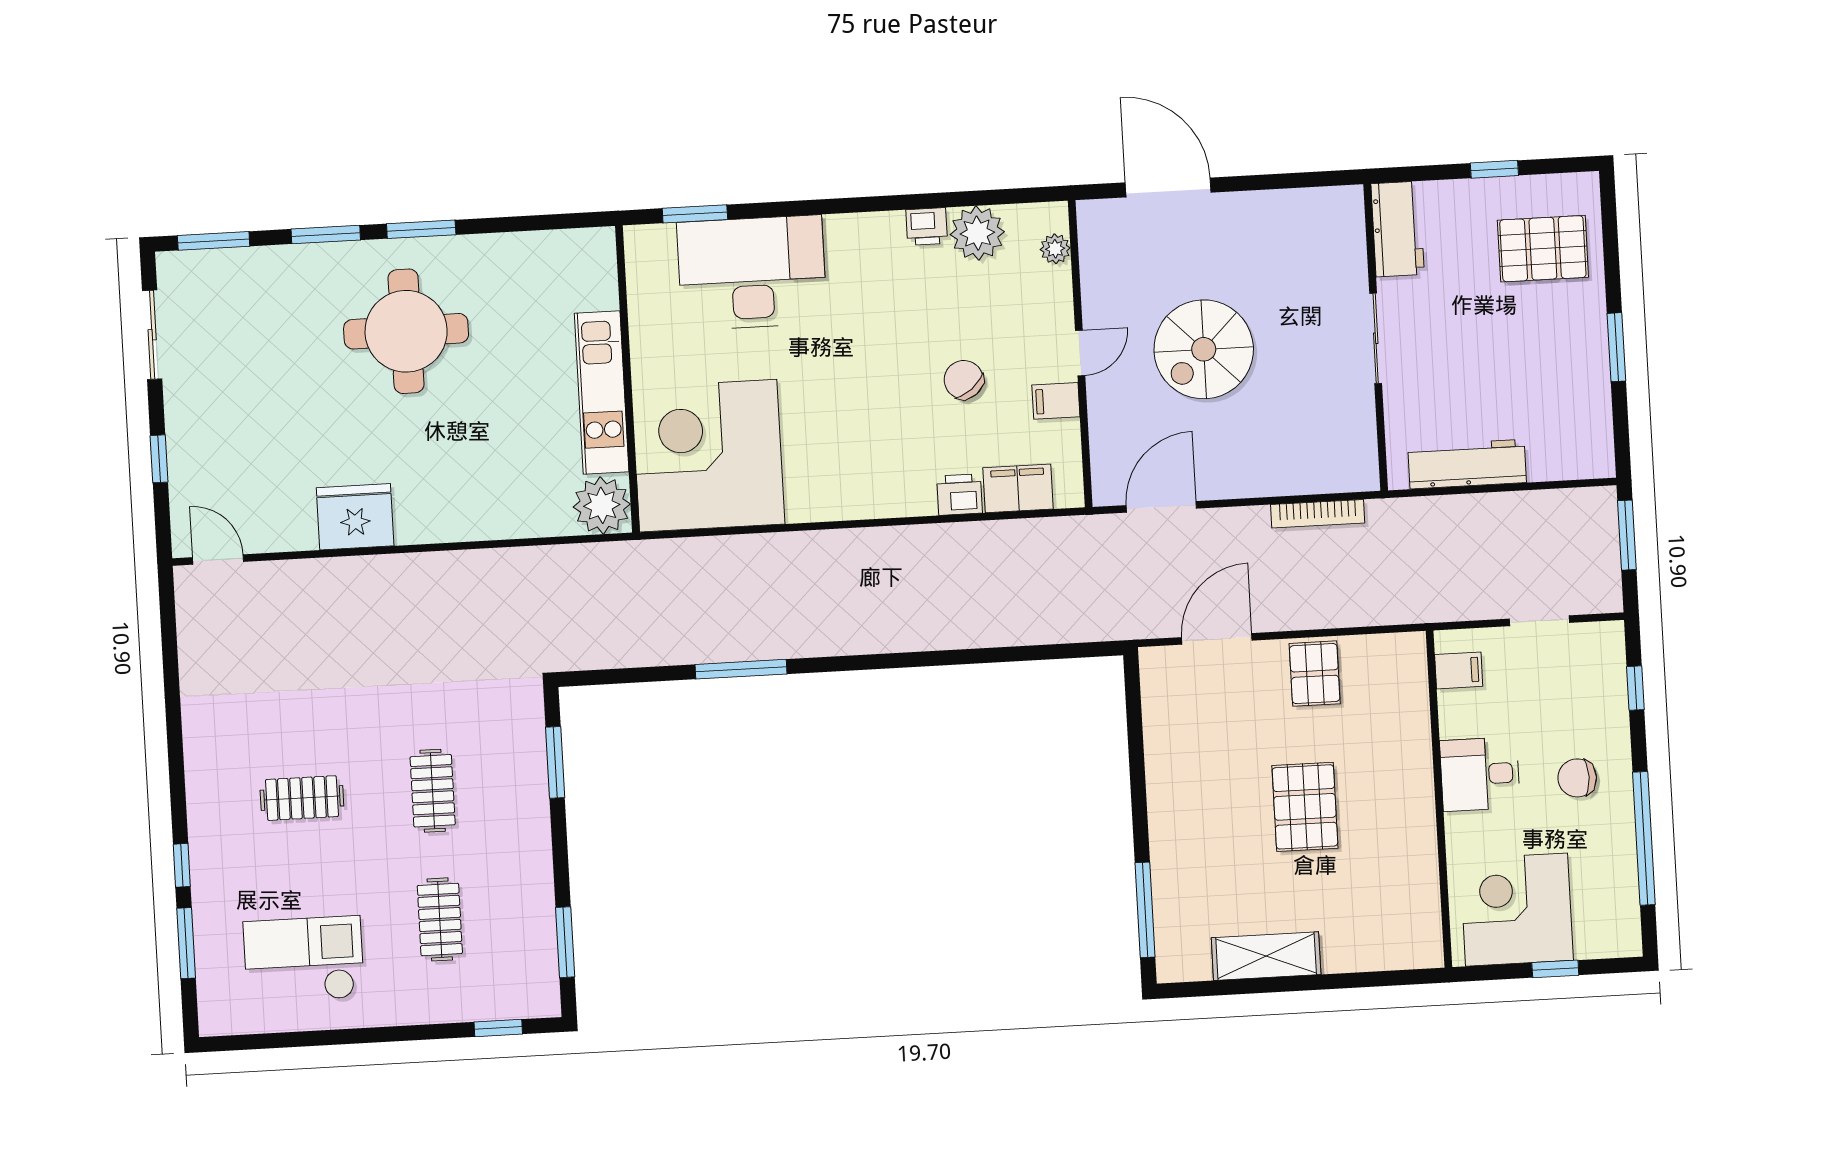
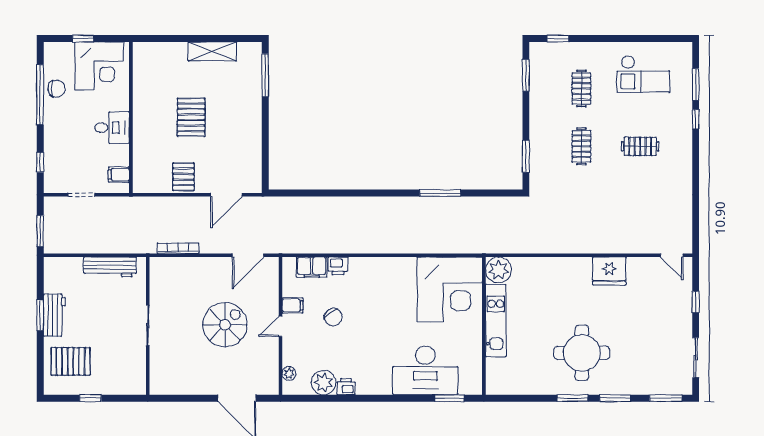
workbench: (1398, 229) -> (54, 315), moved, turned 180
chair: (1577, 778) -> (57, 89), moved

